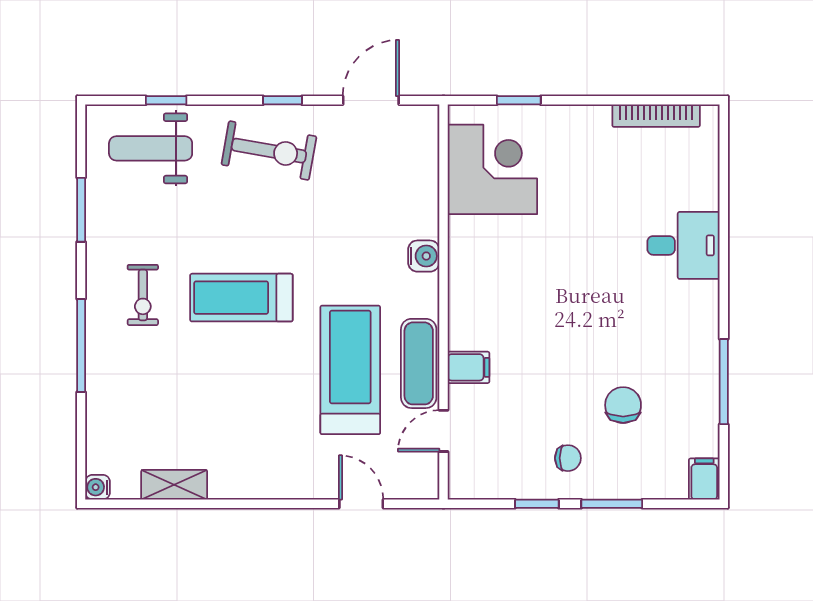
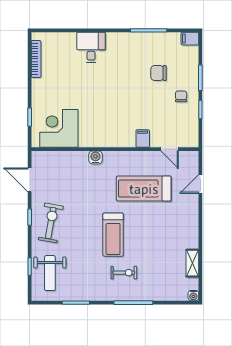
exercise bike: (143, 295) -> (124, 273), moved
exercise mat: (419, 363) -> (141, 160), removed

